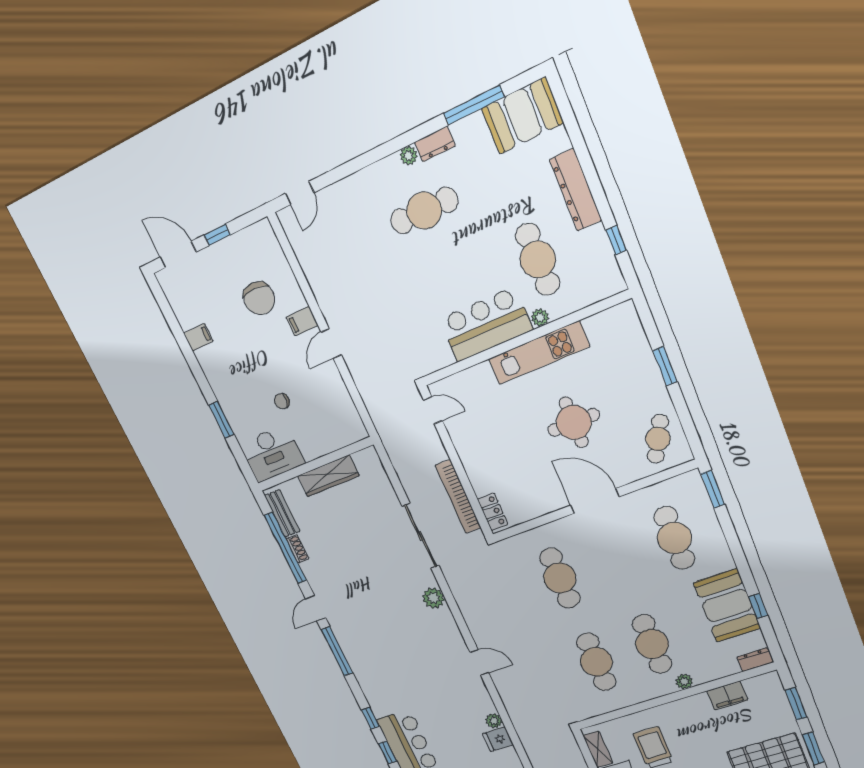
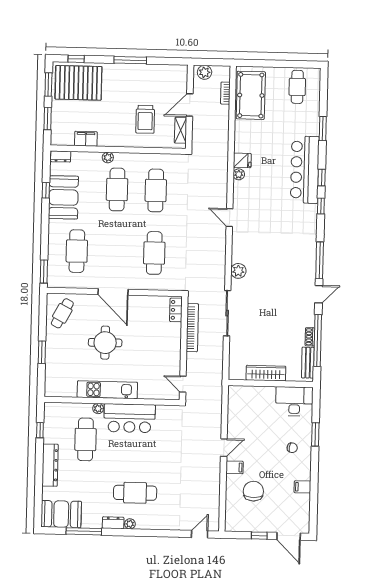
chair: (282, 401) -> (292, 448), moved

